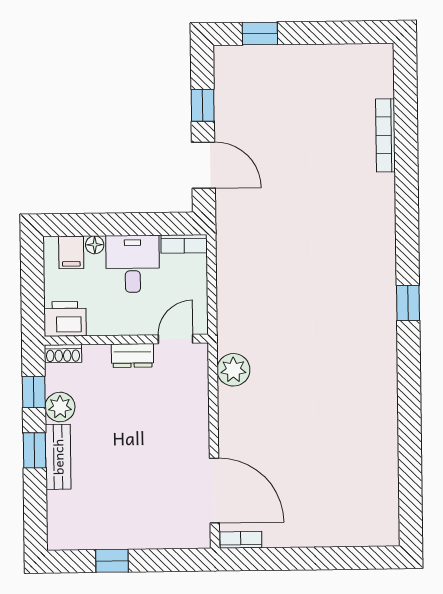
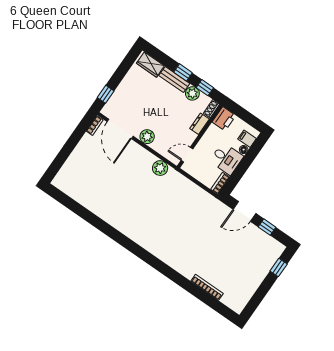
window: (408, 303) -> (138, 251), removed
door: (176, 339) -> (187, 155), swing flipped
dresser: (132, 356) -> (200, 124), moved
plant: (194, 433) -> (147, 137), added
door: (214, 491) -> (120, 129), hinge flipped
wardrobe: (62, 518) -> (150, 65), added
window: (112, 561) -> (106, 94), moved

